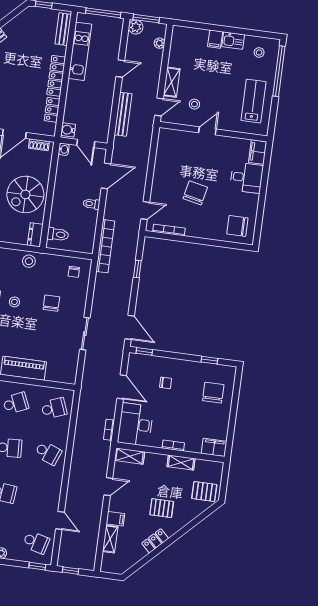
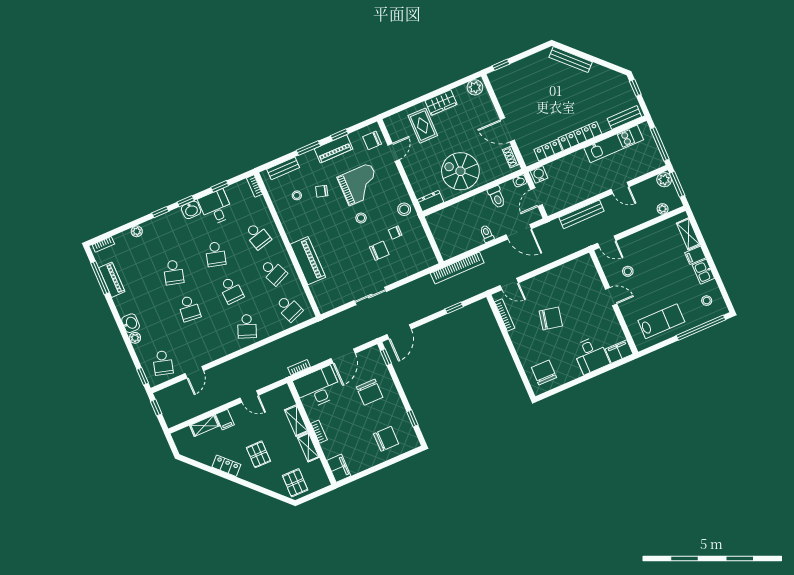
shelving: (172, 82) -> (688, 234), moved, turned 90
toilet: (58, 234) -> (497, 197), moved
chair: (74, 272) -> (395, 233), moved
chair: (166, 383) -> (370, 392), width x1.87, depth x1.87
shelving: (130, 456) -> (296, 421), moved

